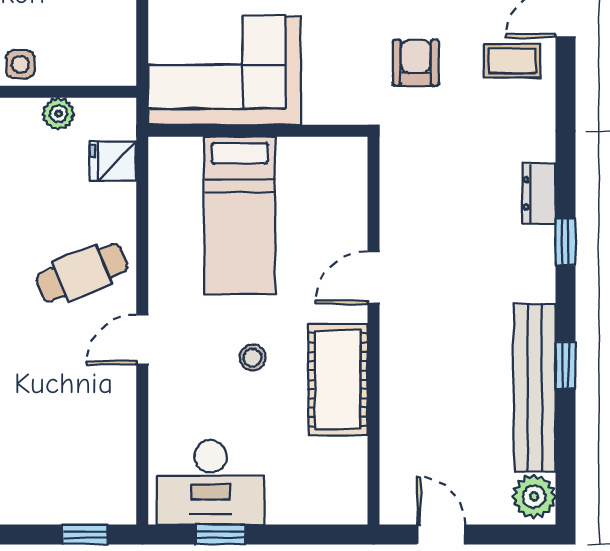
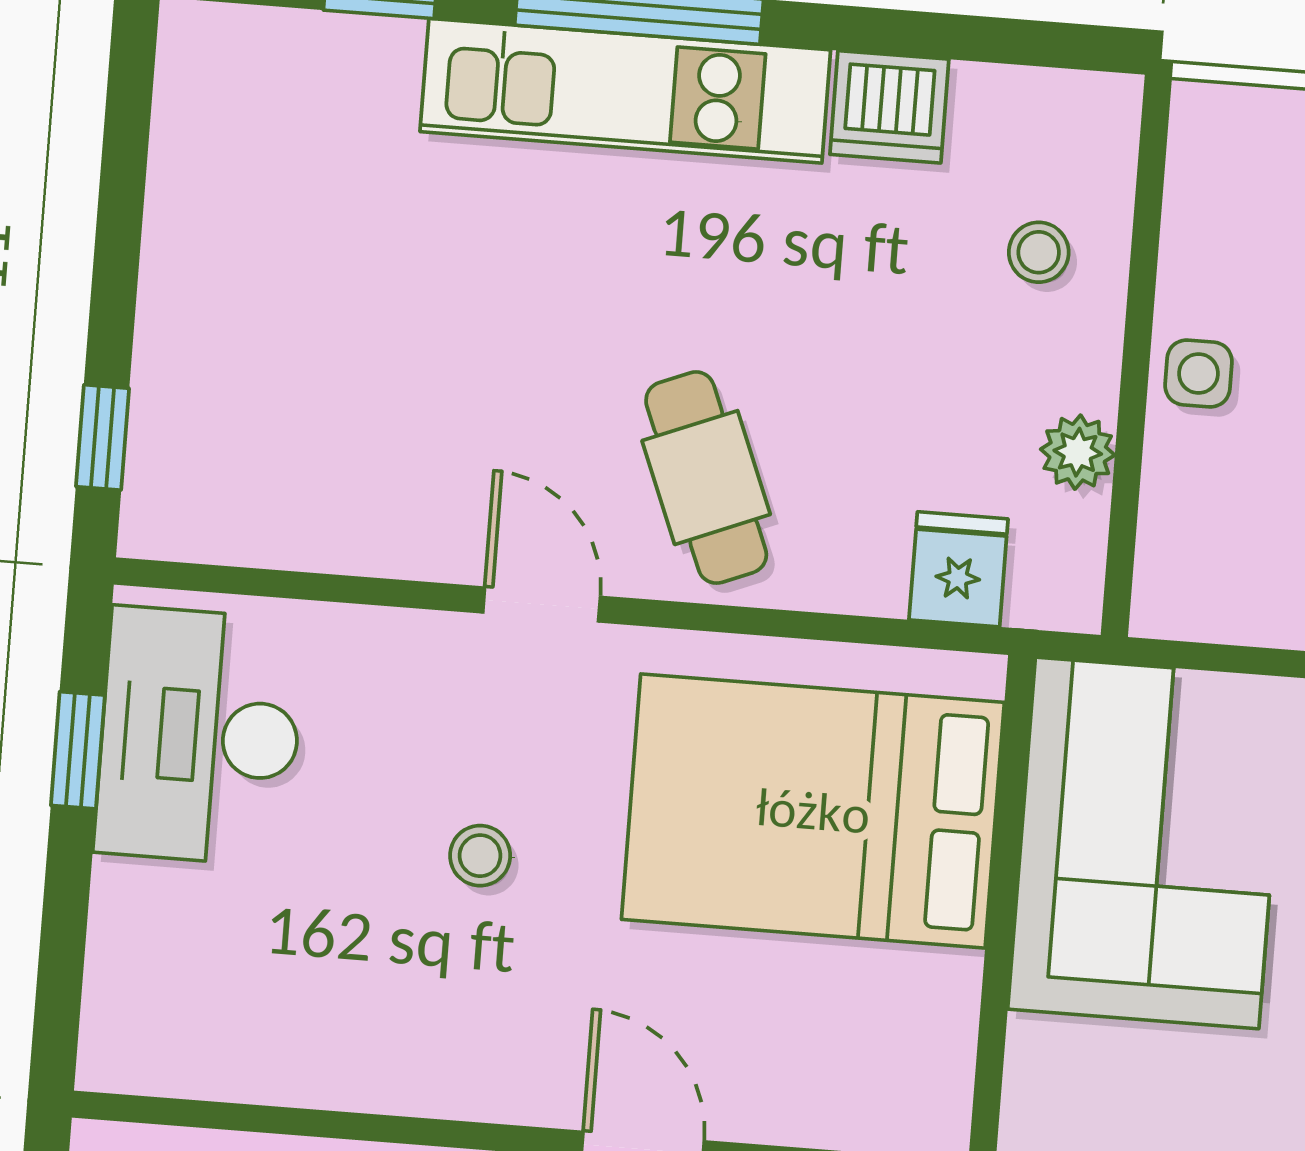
bed: (240, 216) -> (813, 811), width x1.50
cot: (338, 380) -> (413, 1048), removed

